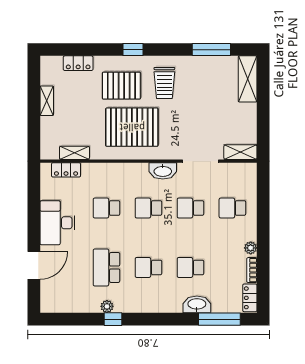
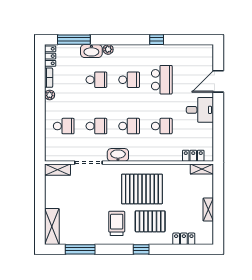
shelving: (74, 153) -> (202, 169), moved
desk: (57, 223) -> (200, 110), width x0.73
plant: (107, 306) -> (108, 49), moved

